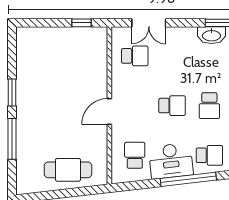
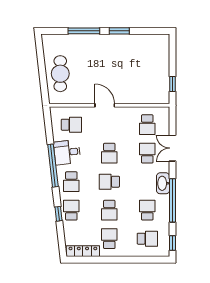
double door: (149, 23) -> (172, 148), moved
school desk: (172, 56) -> (147, 153), added
desk: (171, 161) -> (67, 152), width x0.73

